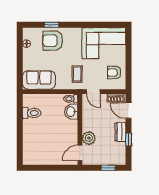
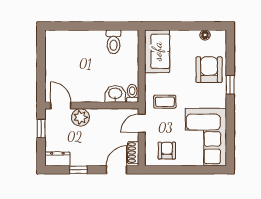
window: (51, 25) -> (230, 85), moved
dresser: (120, 132) -> (57, 159), moved
window: (108, 168) -> (41, 128), moved

